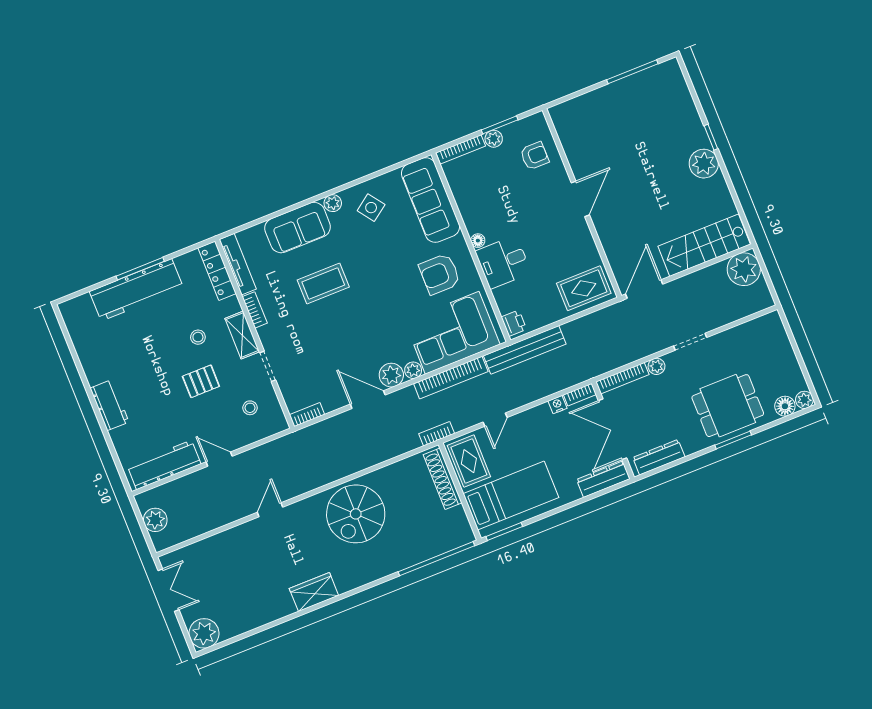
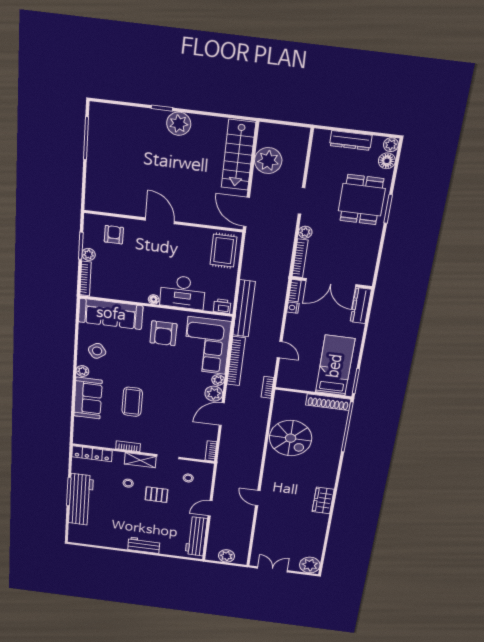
desk: (503, 262) -> (183, 292), width x1.37
tv unit: (238, 264) -> (94, 441), removed
plant: (744, 269) -> (268, 161), moved
pallet: (201, 381) -> (157, 495), turned 90
dresser: (659, 457) -> (351, 140), moved, turned -90
rug: (469, 461) -> (297, 378), removed
shoe rack: (443, 479) -> (328, 402), moved
spiral stairs: (356, 514) -> (291, 438), moved

